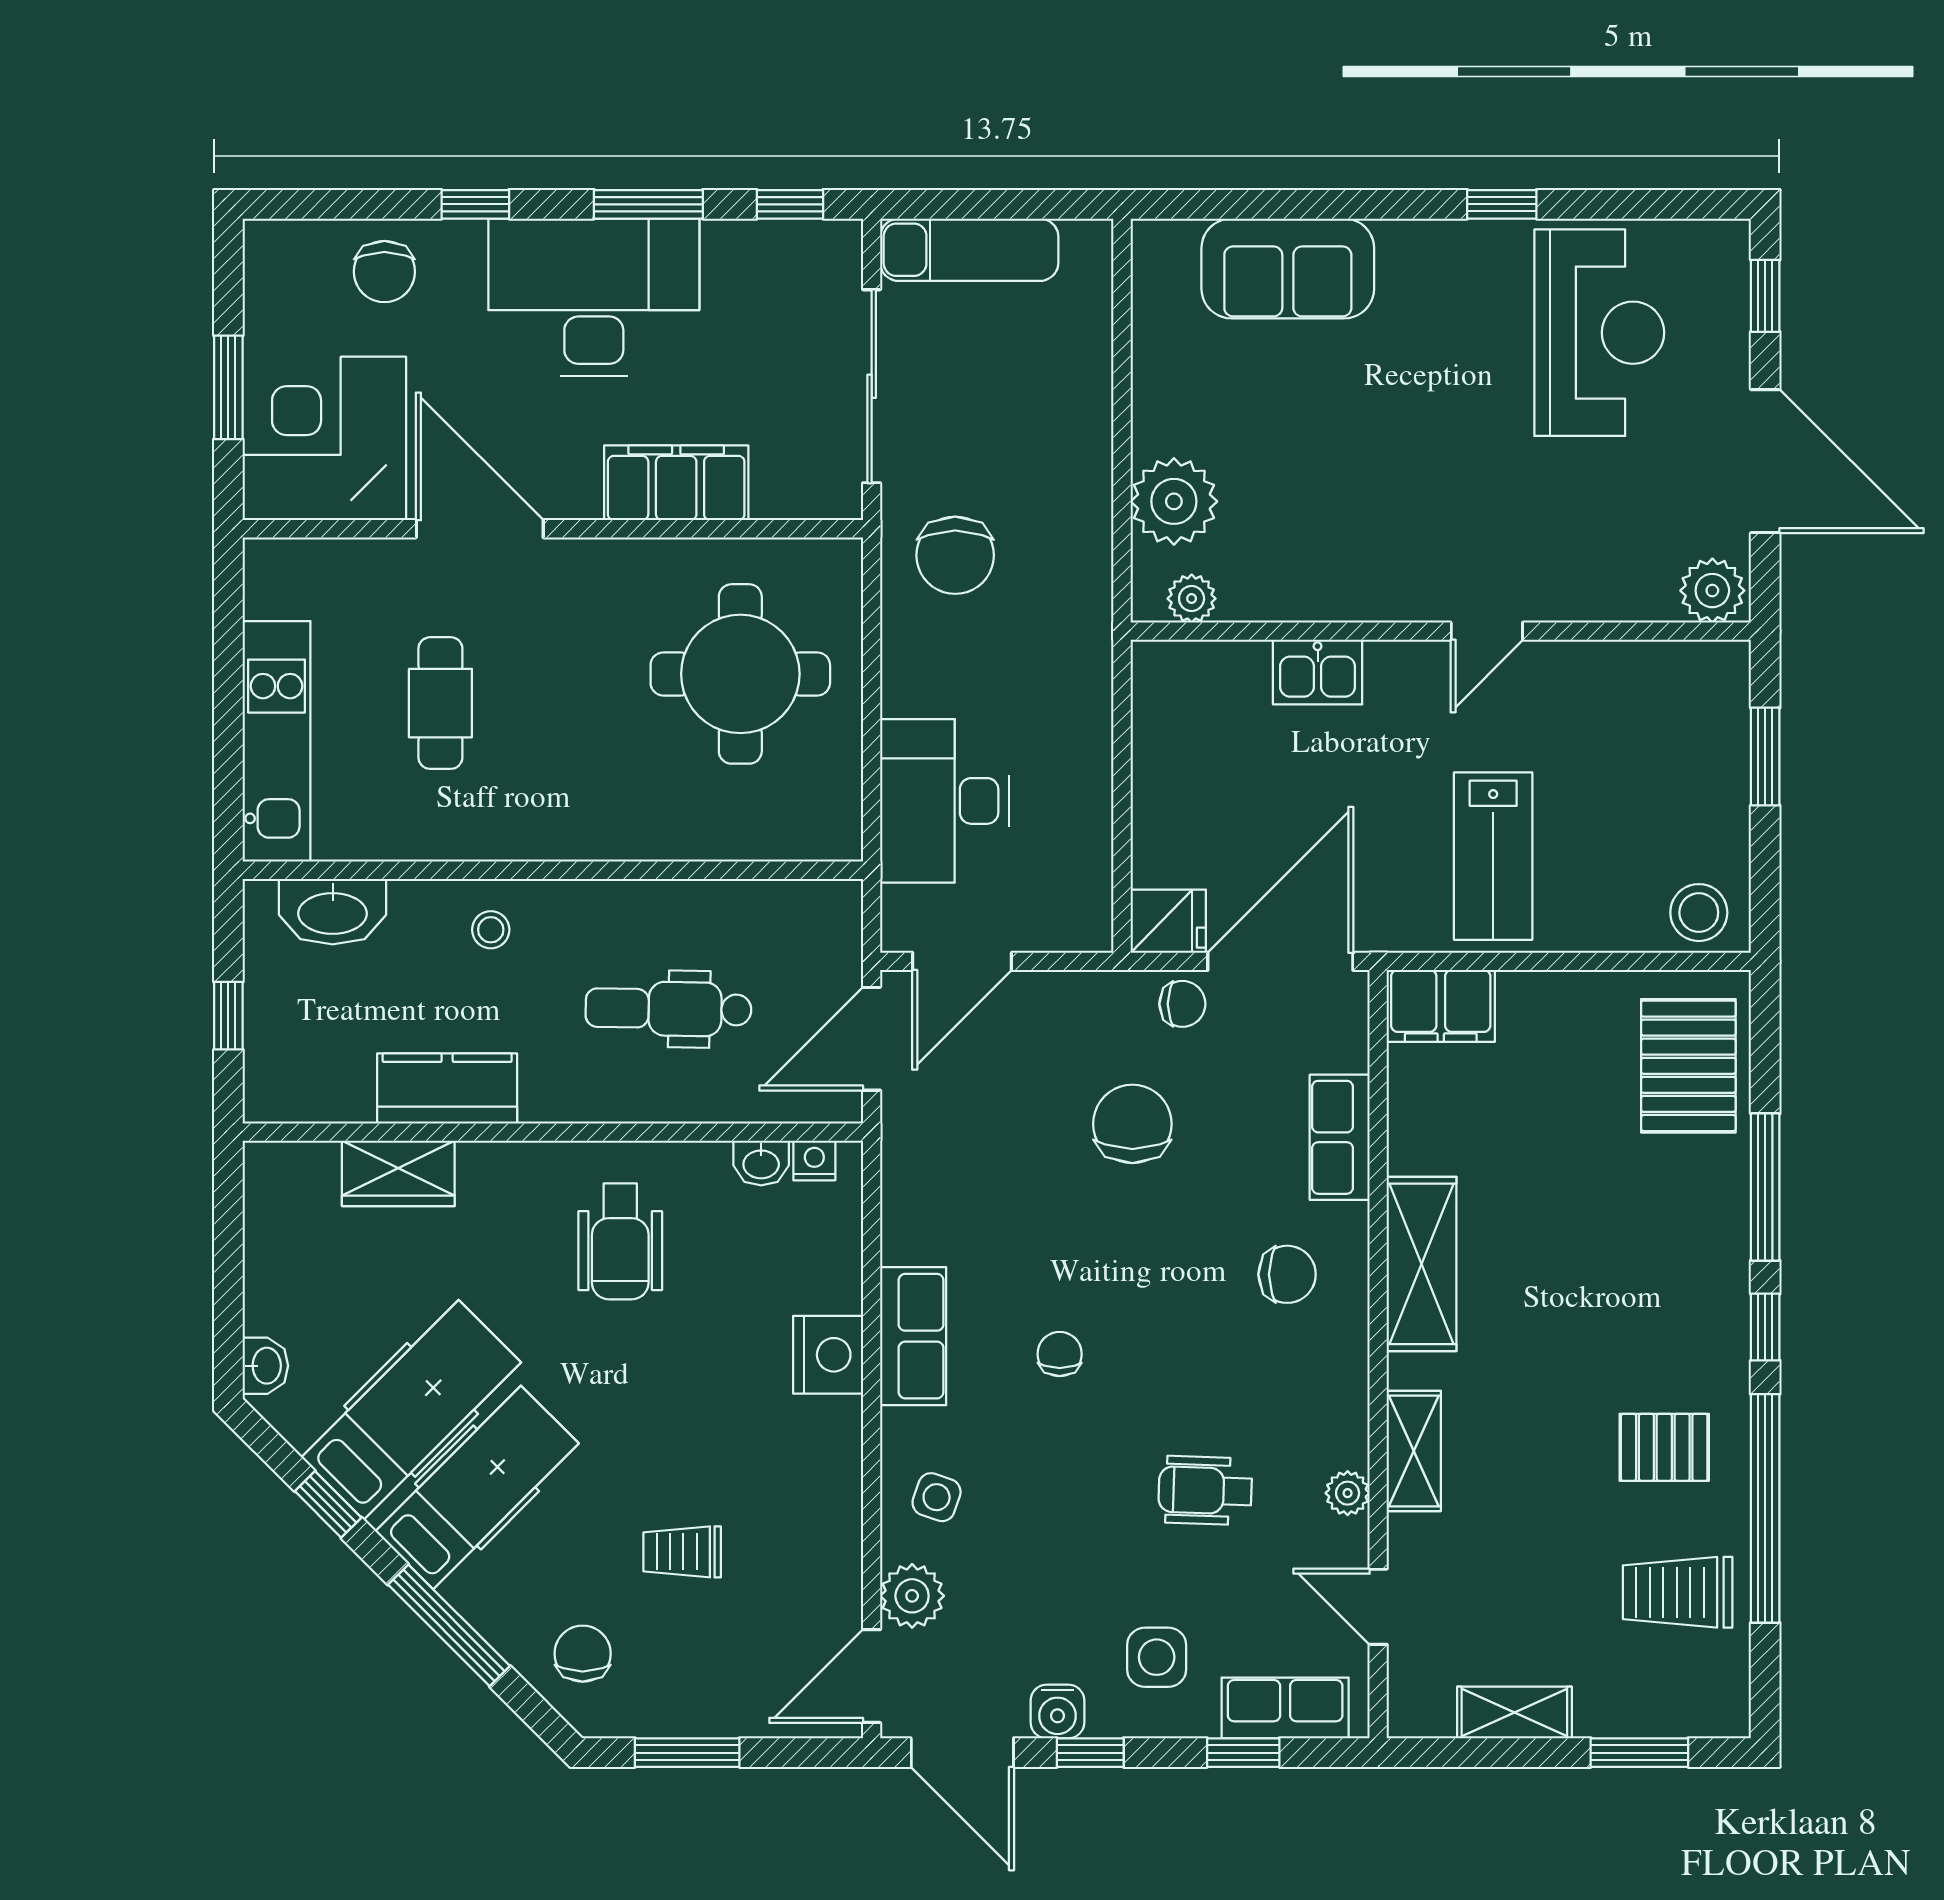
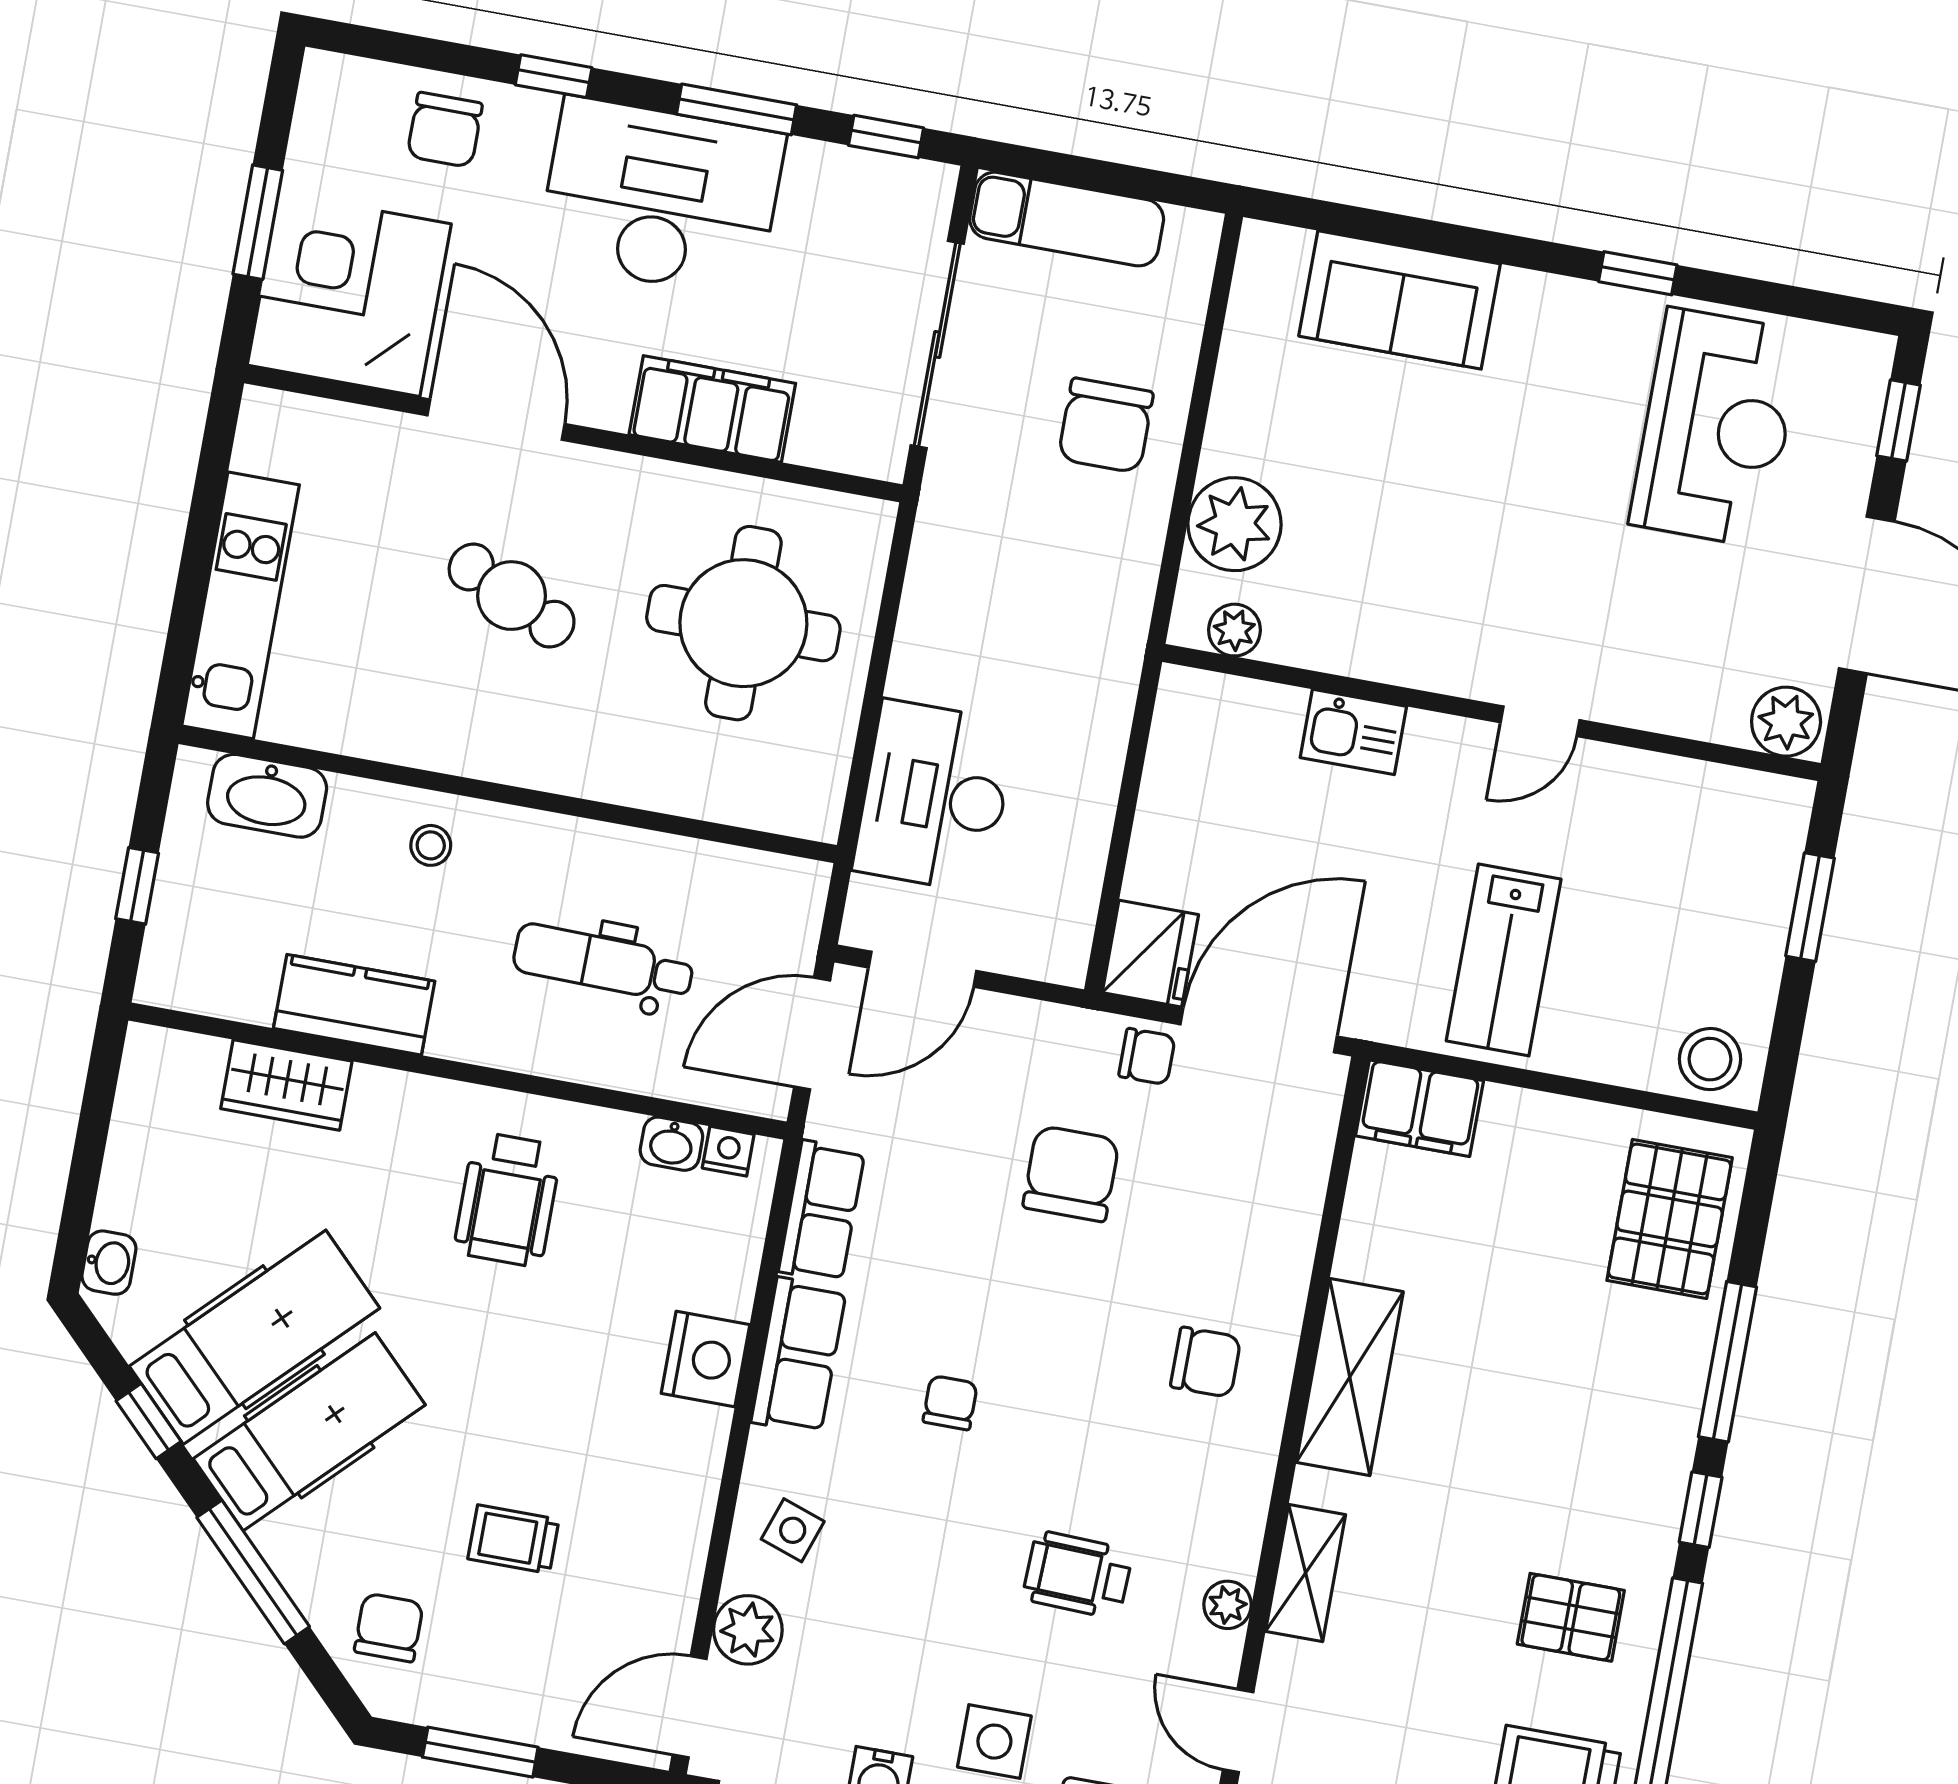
chair: (955, 555) -> (1106, 425), moved
cafe table: (440, 703) -> (512, 596), moved, turned -65
fridge: (1168, 921) -> (1150, 954), width x1.38
row of seats: (1340, 1137) -> (822, 1211), moved, turned 180

